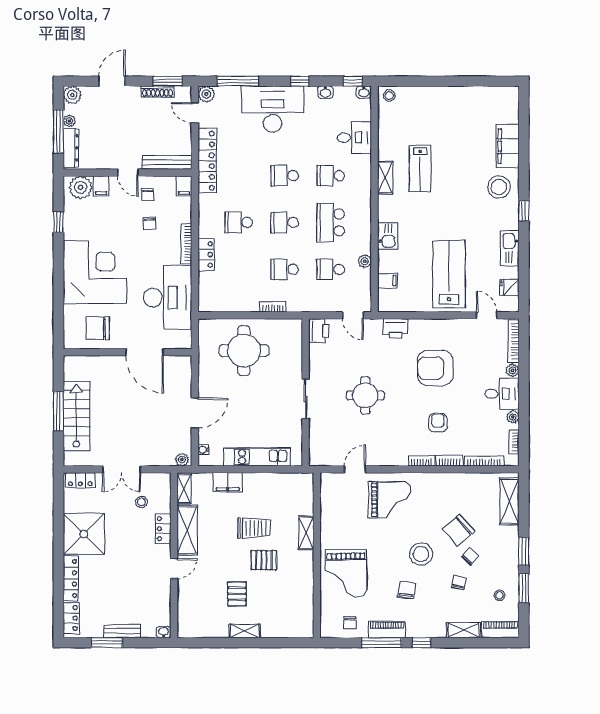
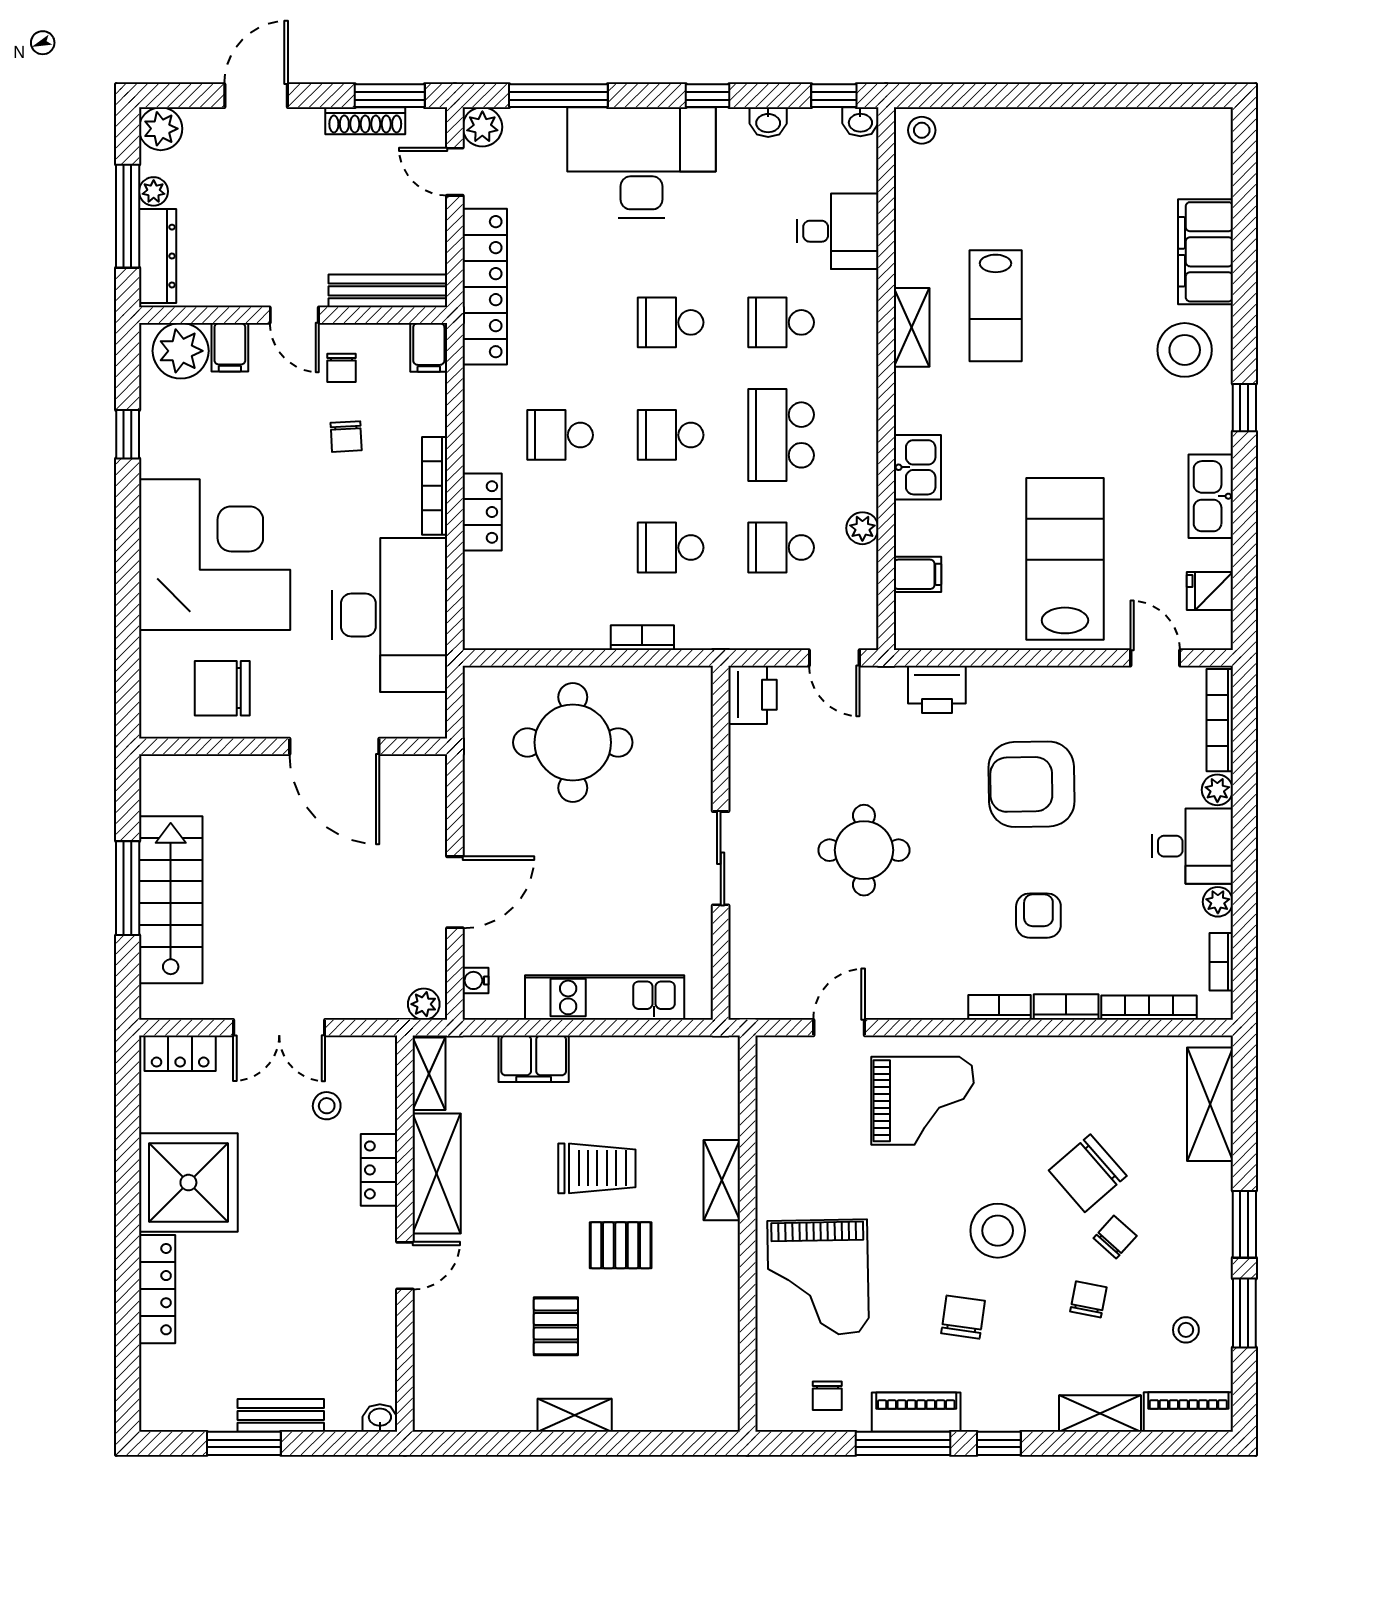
locker: (71, 618) -> (158, 1384), removed

